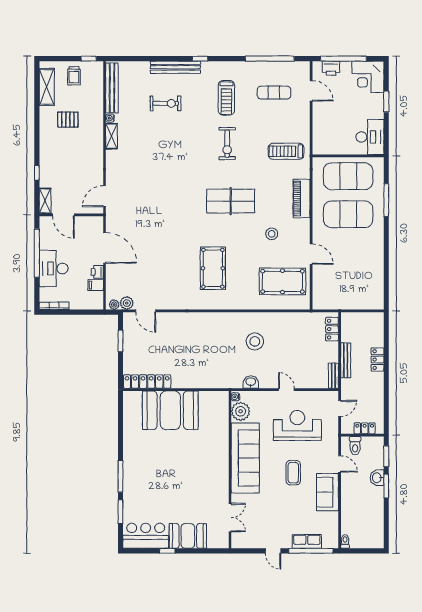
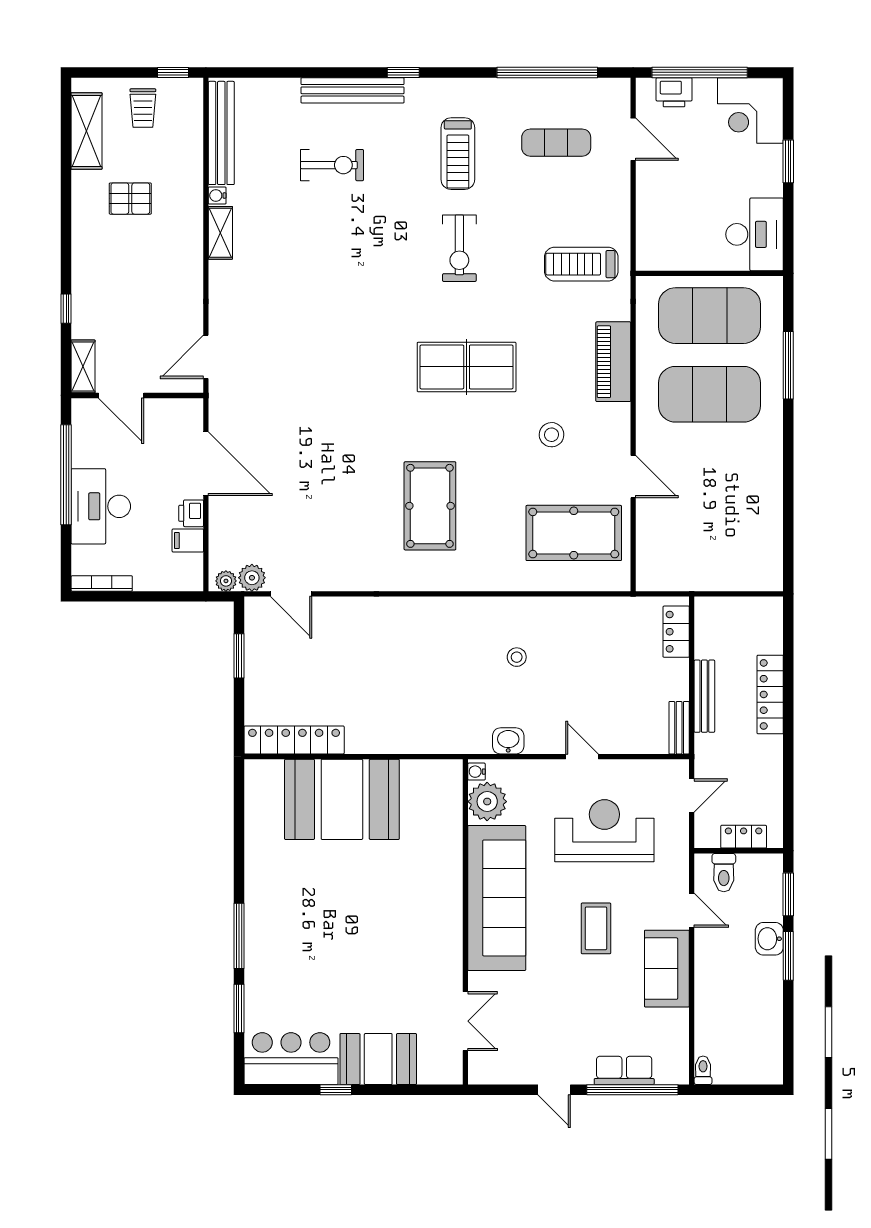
stool: (255, 341) -> (517, 657), width x0.53, depth x0.53
locker: (378, 360) -> (770, 694), width x1.53

